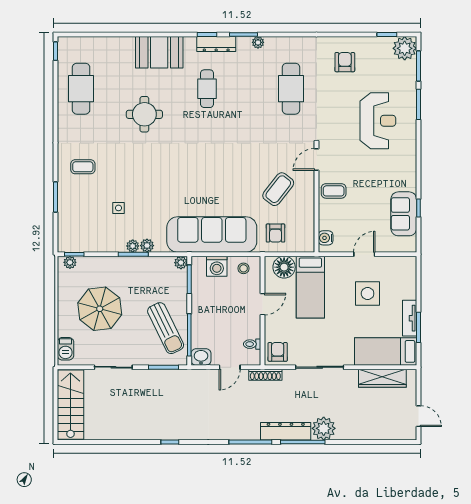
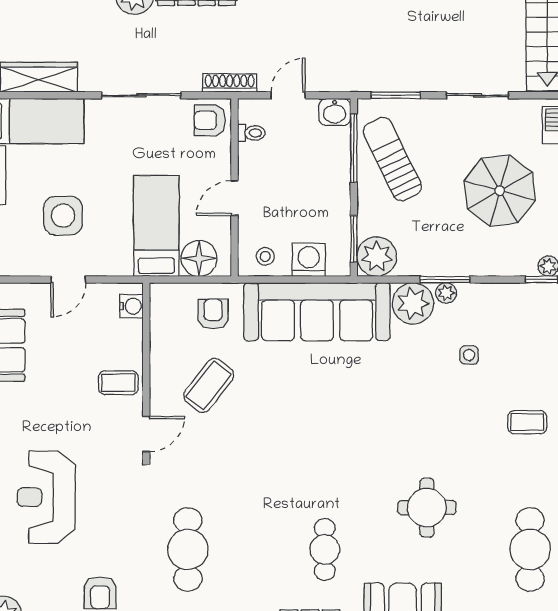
plant: (147, 246) -> (413, 303), width x1.87, depth x1.87
plant: (181, 263) -> (377, 257), width x1.88, depth x1.88
armchair: (278, 352) -> (210, 120), turned 90

